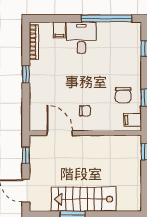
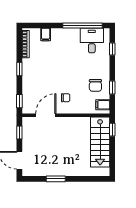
desk: (81, 38) -> (92, 41), moved
window: (26, 115) -> (19, 101), added
door: (60, 133) -> (46, 115), hinge flipped
stairs: (84, 199) -> (100, 142), moved, turned -90

